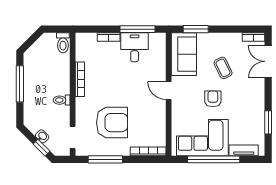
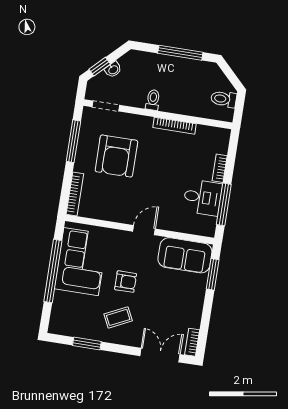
toilet: (63, 43) -> (224, 99), moved
coffee table: (223, 68) -> (118, 317), moved
tv unit: (244, 150) -> (58, 309), removed

